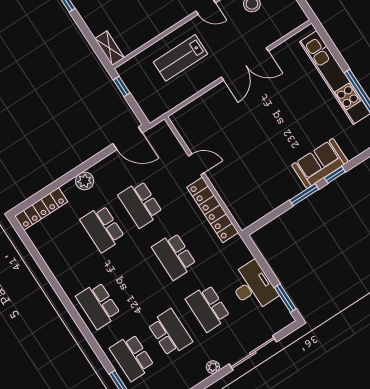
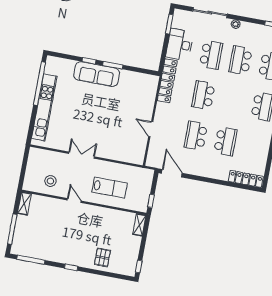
double door: (245, 64) -> (81, 155), width x0.73
sofa: (320, 163) -> (97, 74), width x1.36
plant: (85, 181) -> (212, 172), removed
school desk: (140, 204) -> (196, 136), turned 180
locker: (213, 210) -> (167, 81), moved
school desk: (174, 256) -> (203, 95), turned 180

